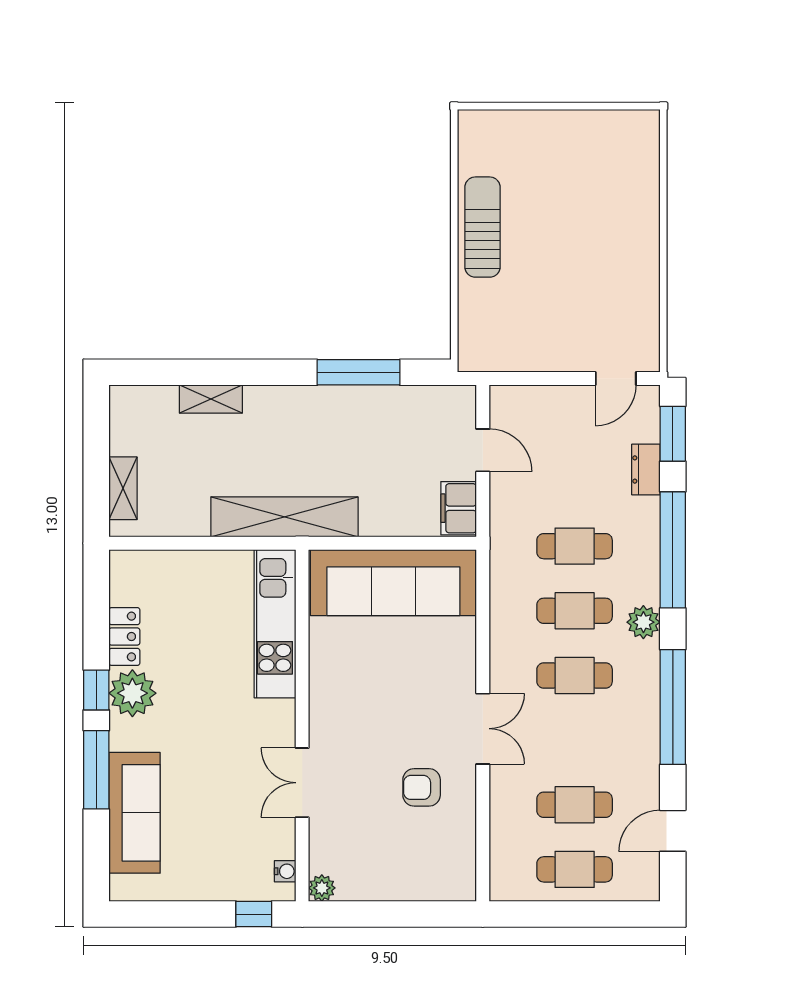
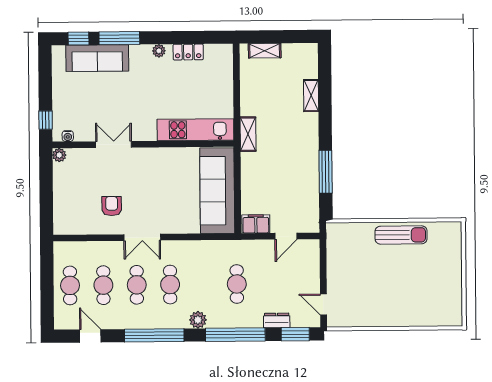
shelving: (284, 517) -> (248, 134), width x0.45, depth x0.75
cafe table: (575, 611) -> (137, 285), moved
window: (96, 690) -> (79, 38), moved
plant: (132, 693) -> (159, 51), width x0.53, depth x0.53

